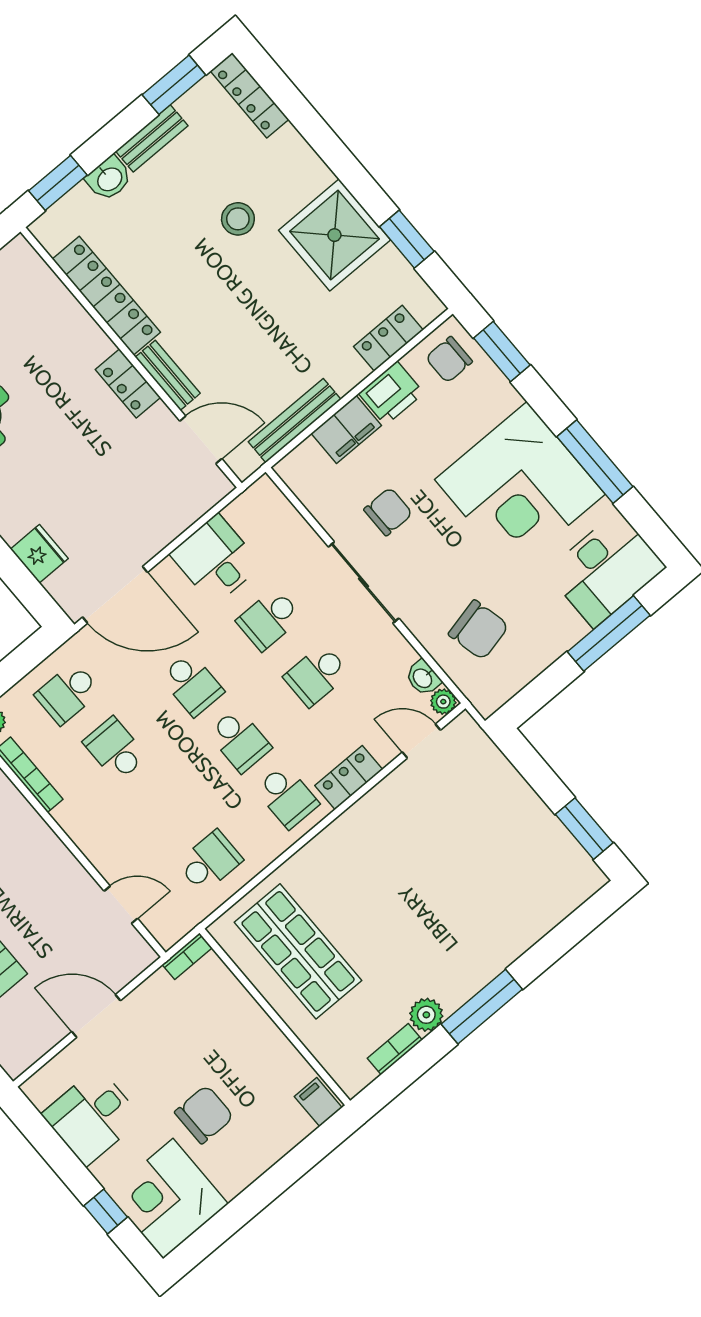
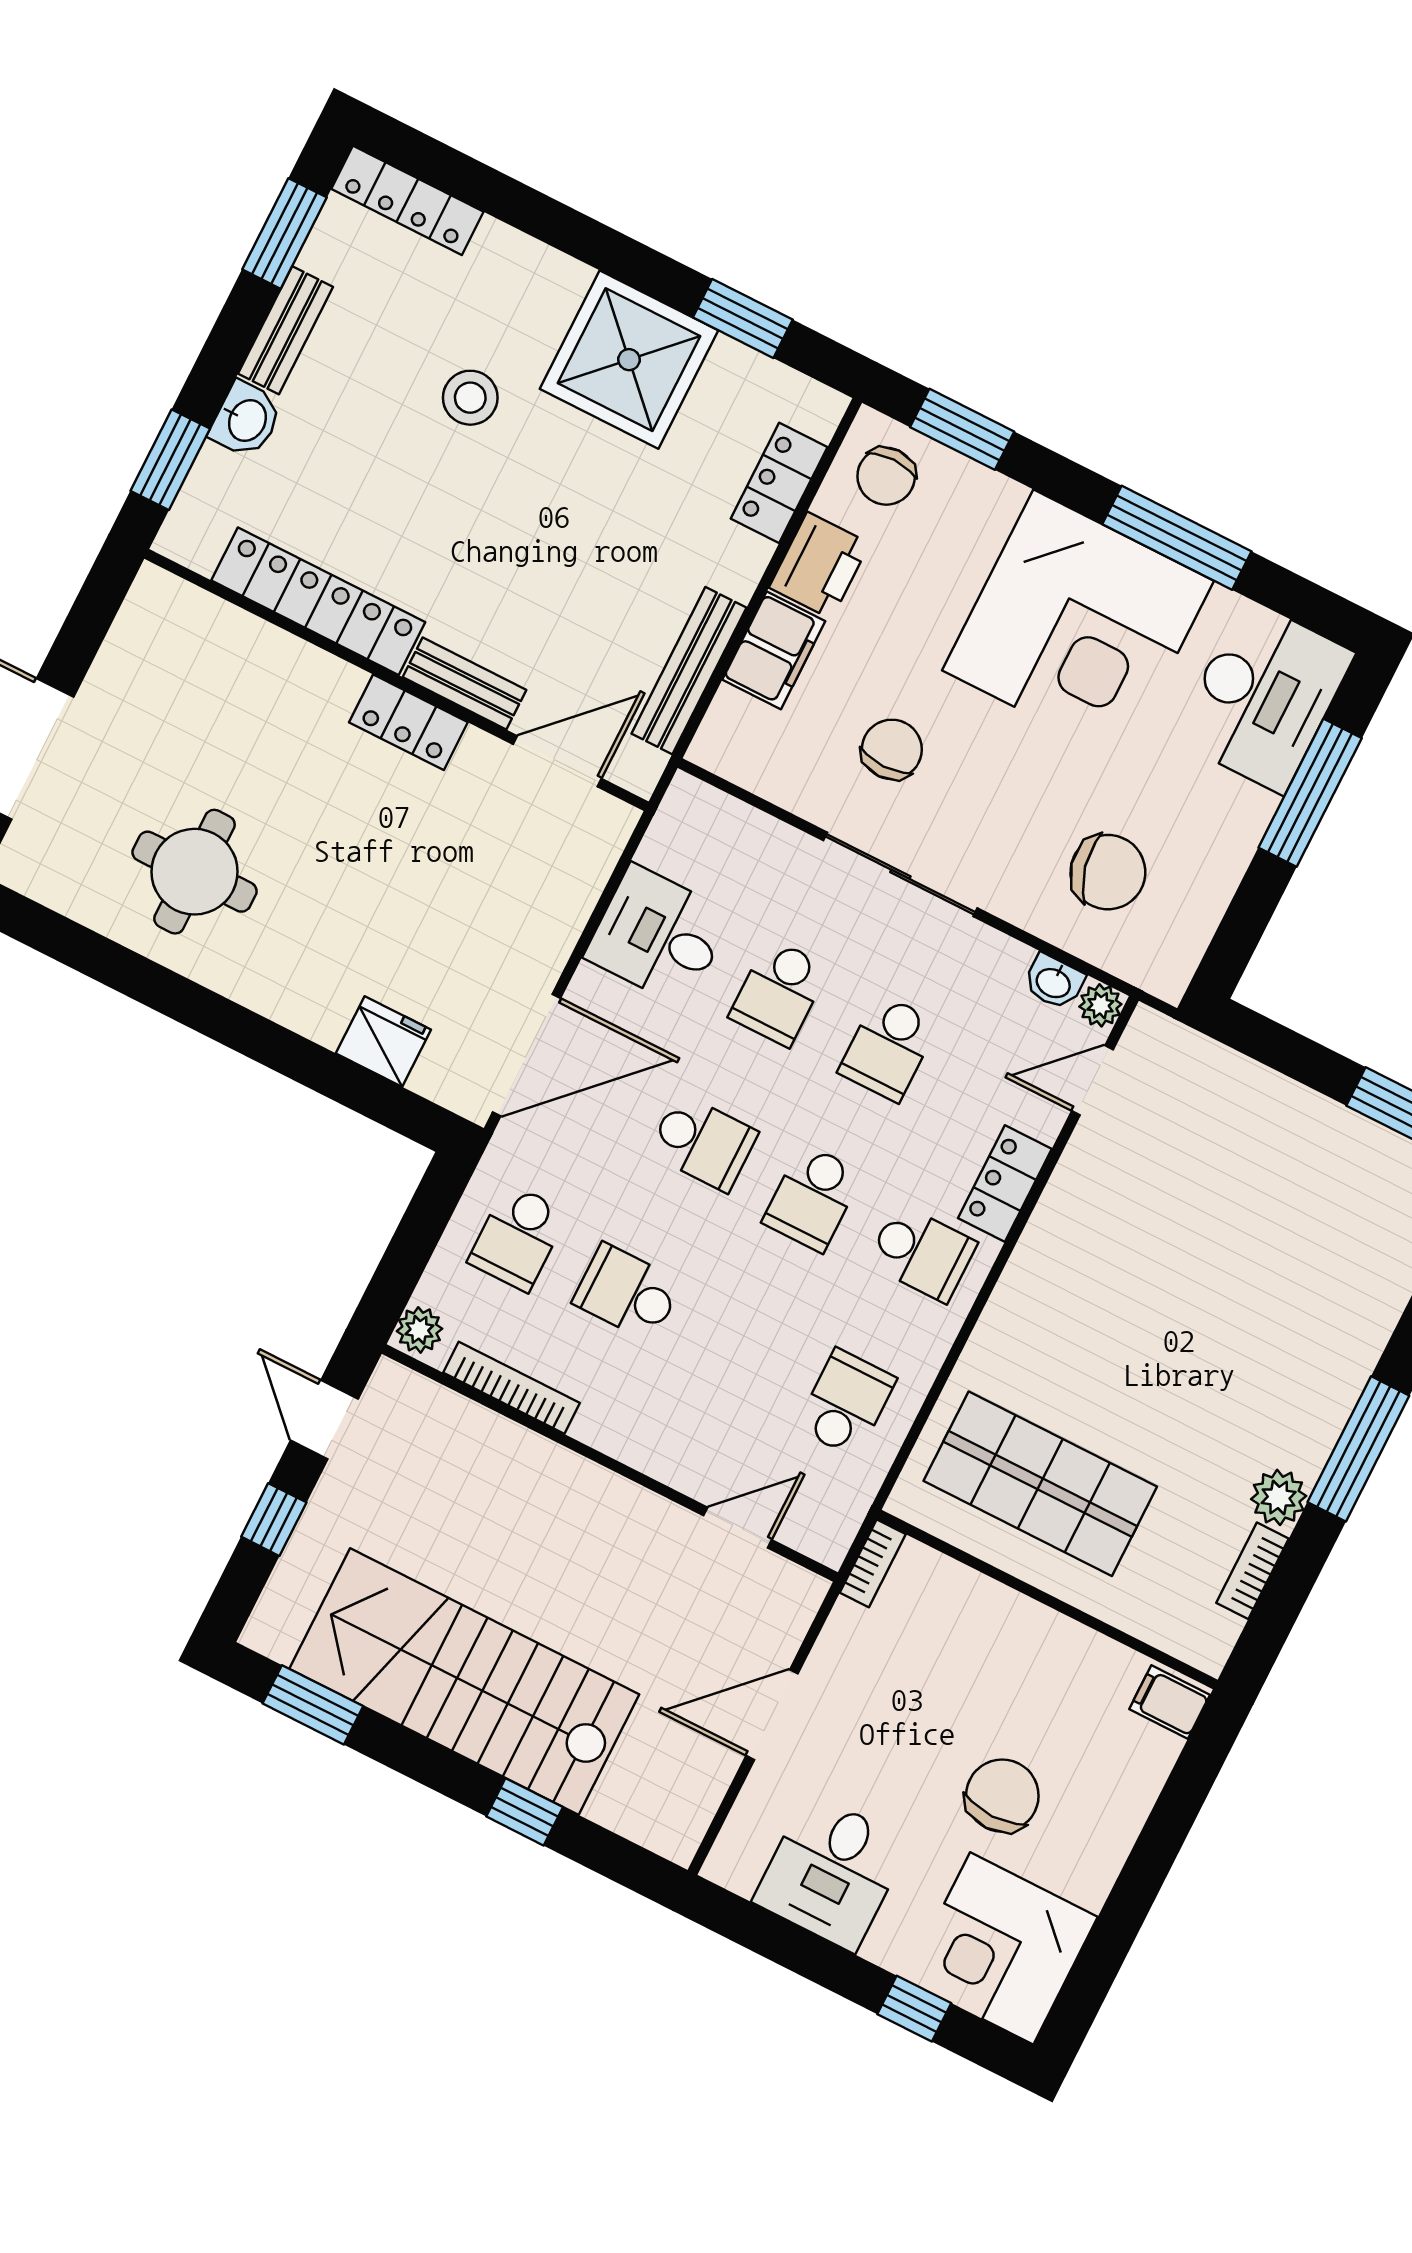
school desk: (239, 740) -> (813, 1198), turned 90

